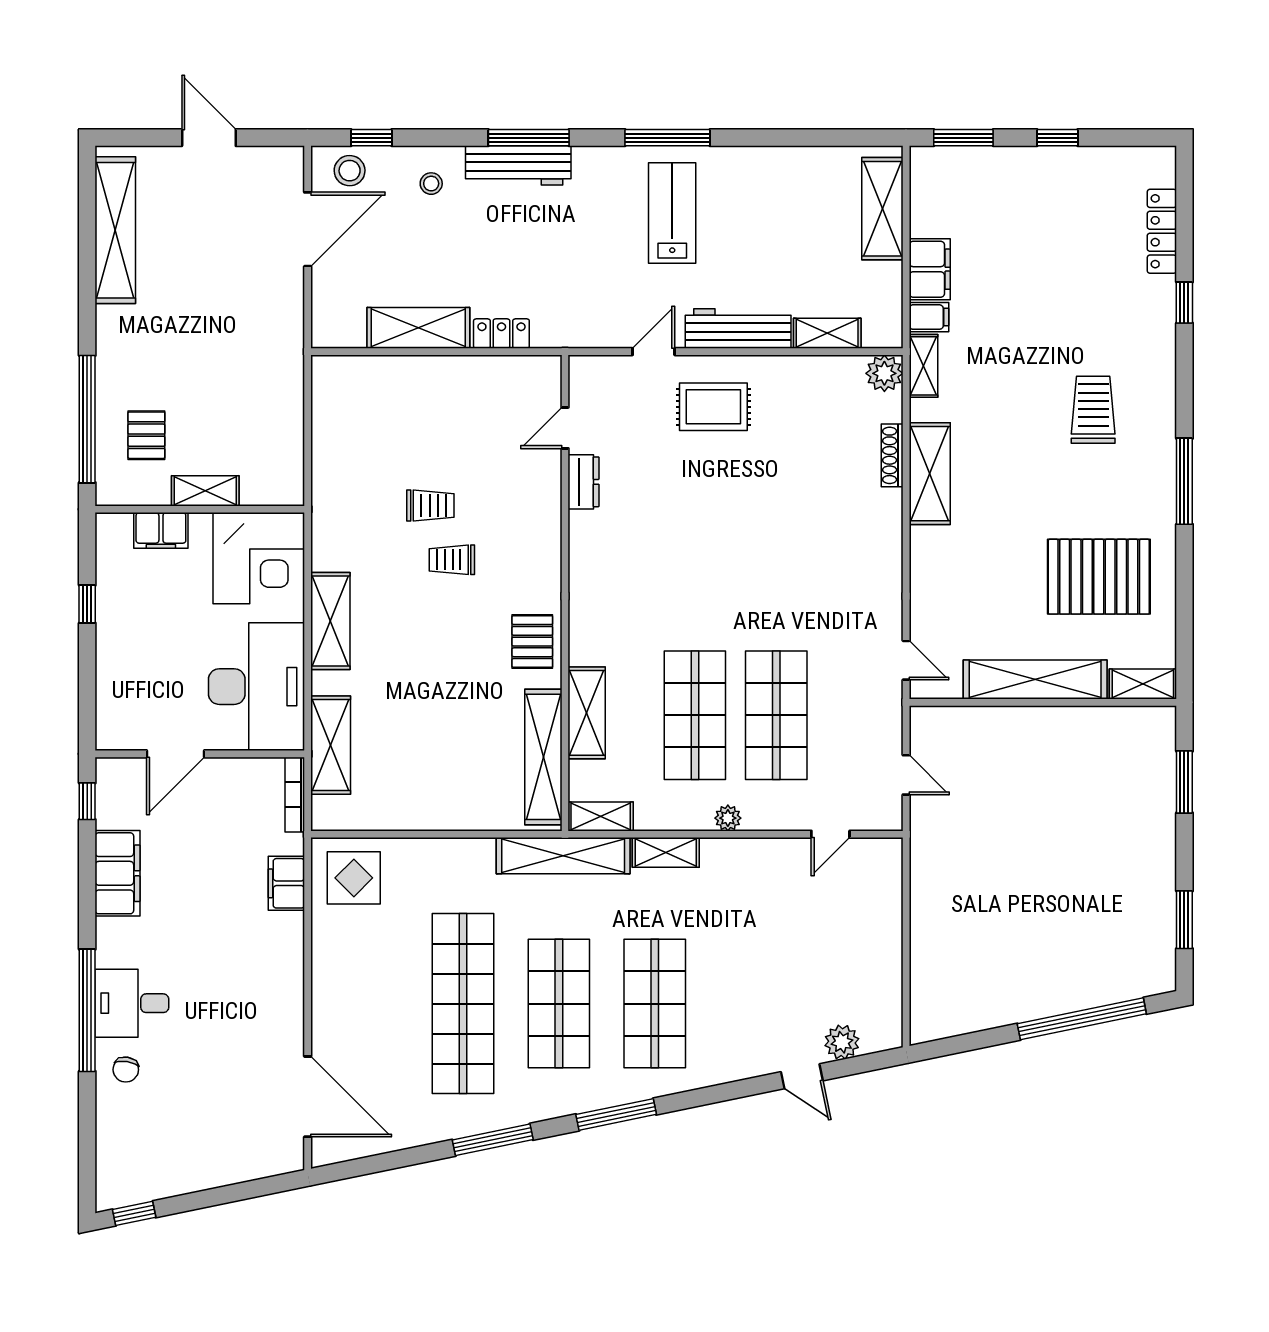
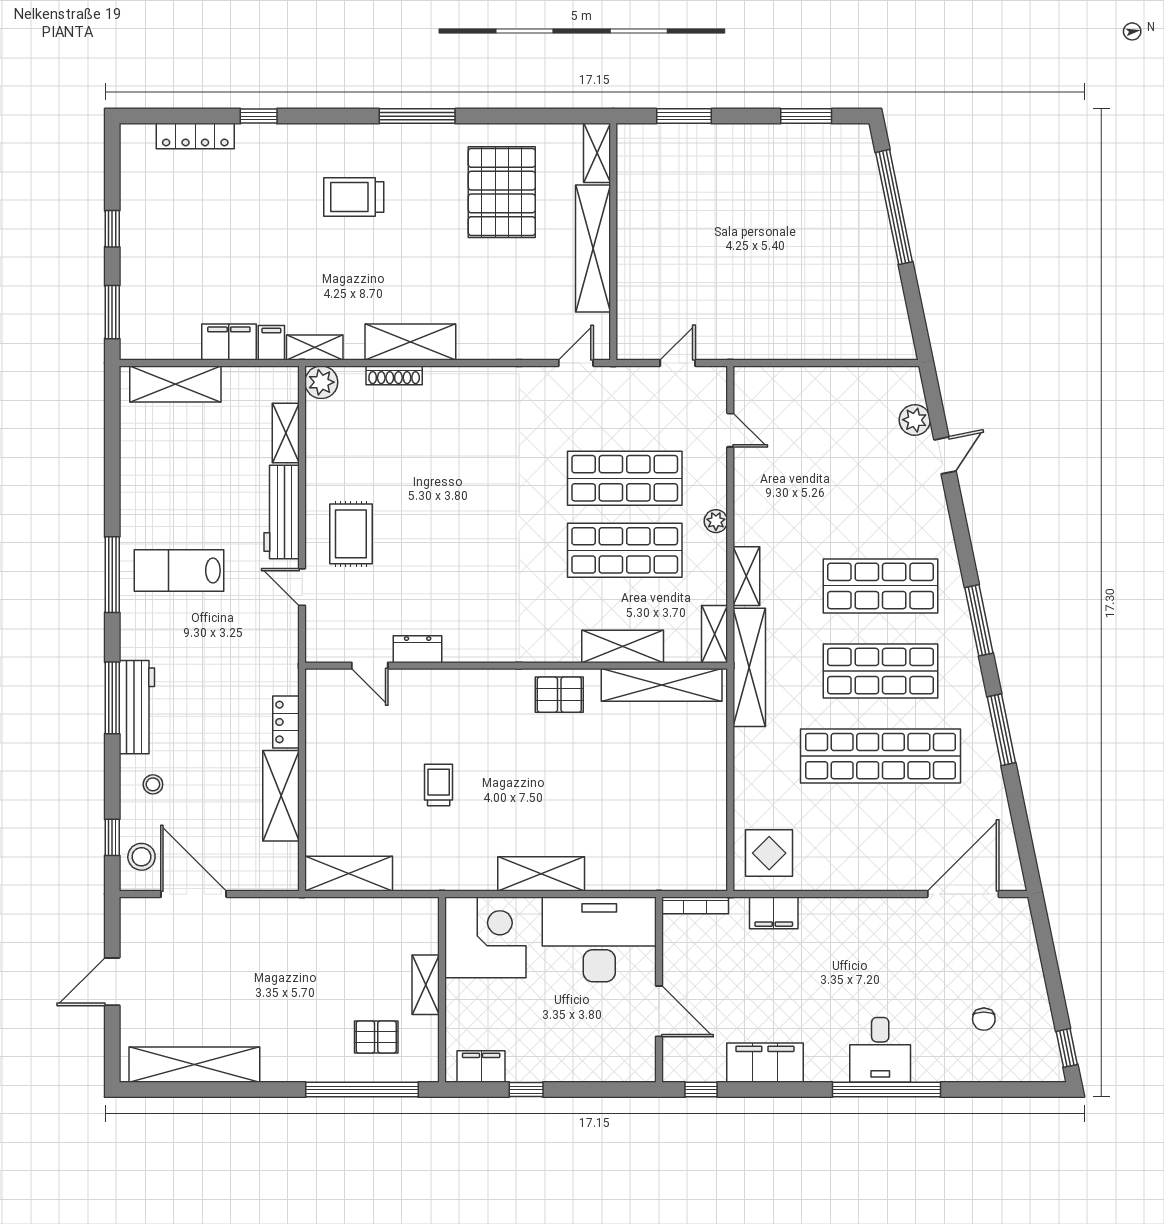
filing cabinet: (161, 530) -> (481, 1066), moved, turned -90
trolley: (452, 560) -> (487, 766), removed
shelving: (331, 745) -> (349, 874), moved
chair: (126, 1070) -> (984, 1019), moved, turned 81

